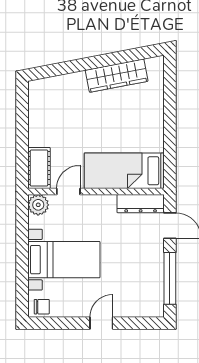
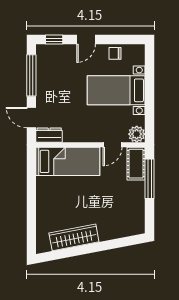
window: (22, 149) -> (150, 179), added
dresser: (141, 204) -> (49, 135), width x0.70
chair: (42, 307) -> (115, 53), moved
window: (141, 323) -> (54, 40), added

